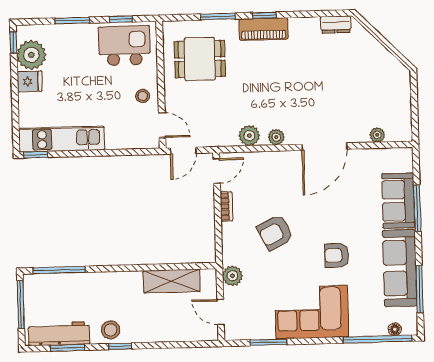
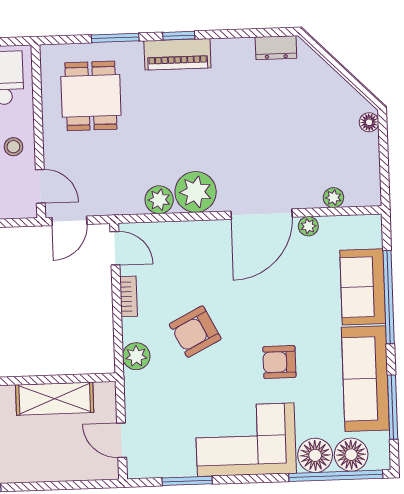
dining table: (200, 59) -> (91, 96), turned 90
floor lamp: (404, 80) -> (369, 122), added
plant: (276, 137) -> (196, 192), width x1.88, depth x1.88
plant: (359, 156) -> (308, 226), added
door: (217, 171) -> (115, 248), hinge flipped
window: (417, 208) -> (389, 297), width x1.46
plant: (232, 276) -> (136, 356), moved
floor lamp: (362, 324) -> (315, 455), added
floor lamp: (395, 329) -> (351, 455), width x1.89, depth x1.89

